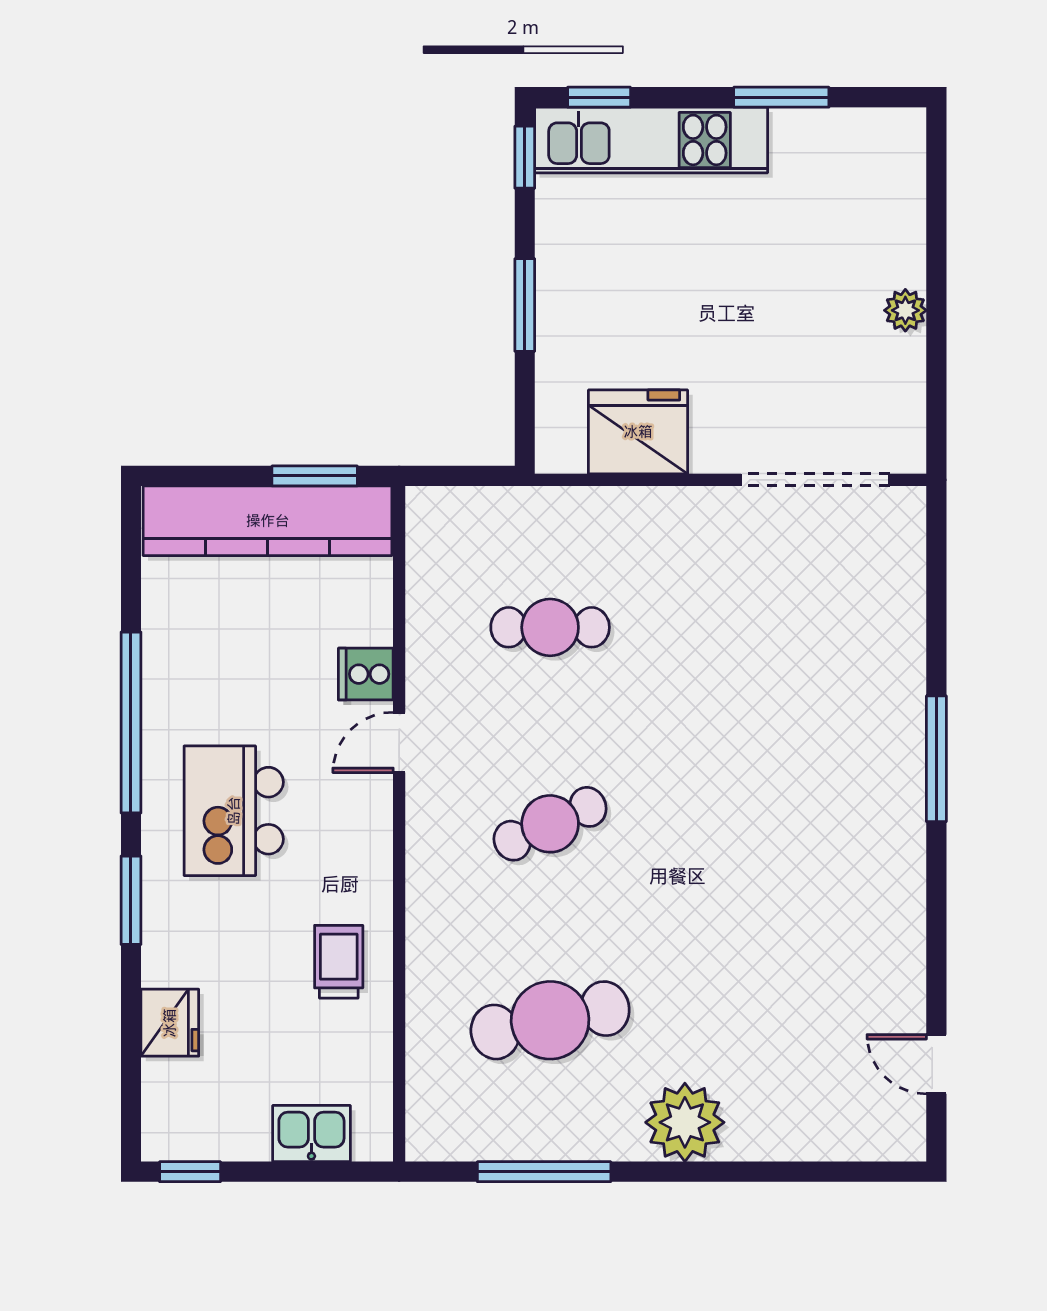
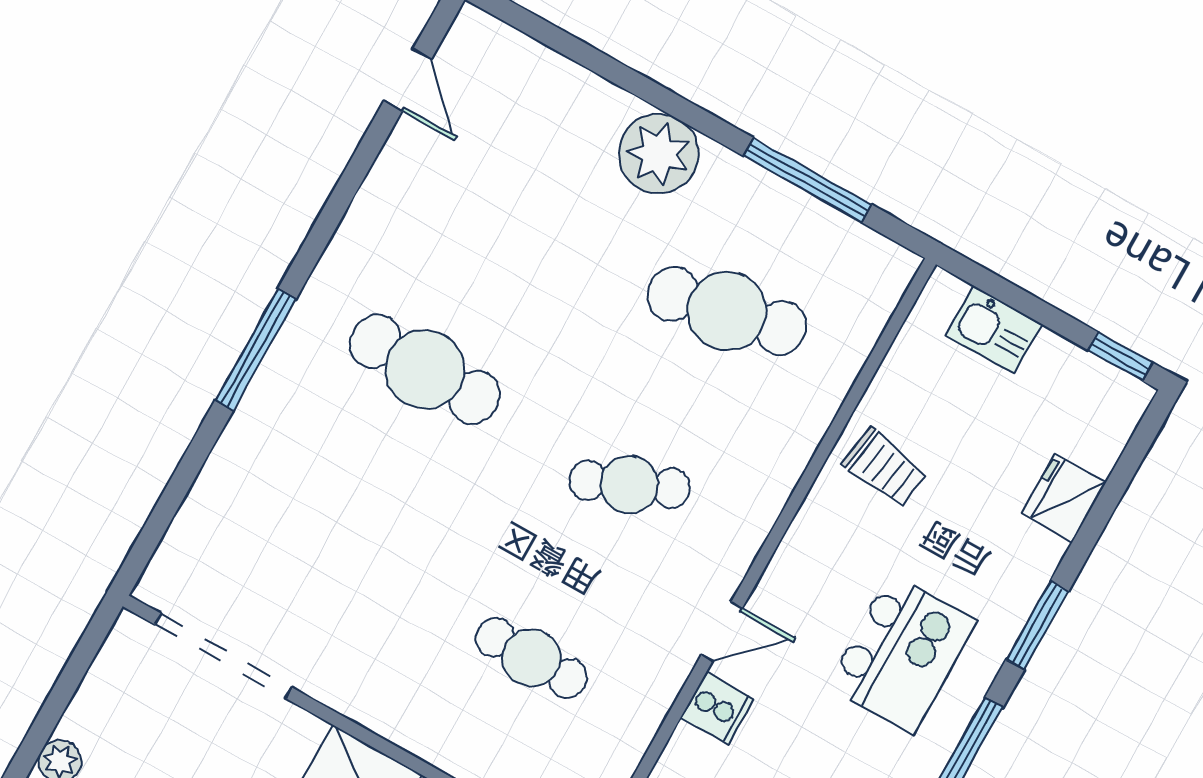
cafe table: (781, 824) -> (425, 369), added
trolley: (339, 962) -> (884, 468), turned -81

